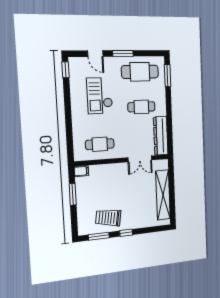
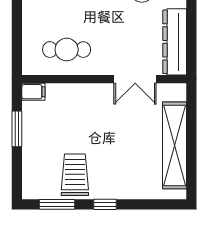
trolley: (108, 218) -> (75, 175), turned 81

